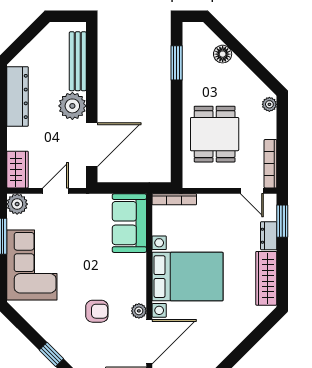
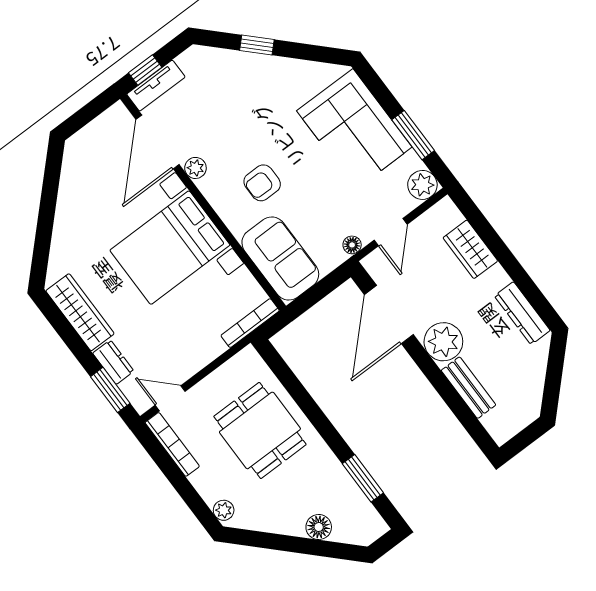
bench: (78, 61) -> (469, 388), width x0.73
dresser: (17, 96) -> (522, 313), width x0.73, depth x0.80
wardrobe: (17, 170) -> (470, 249), moved
floor lamp: (83, 200) -> (352, 245), added
armchair: (97, 311) -> (262, 183), moved

